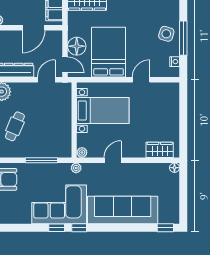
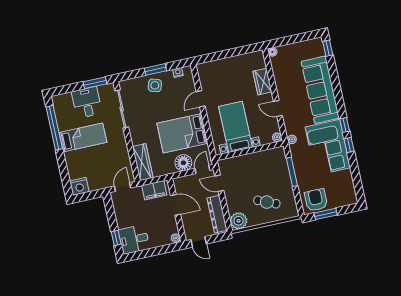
window: (183, 38) -> (155, 69), width x0.69
door: (141, 80) -> (201, 99), hinge flipped
wardrobe: (160, 150) -> (262, 82), moved

